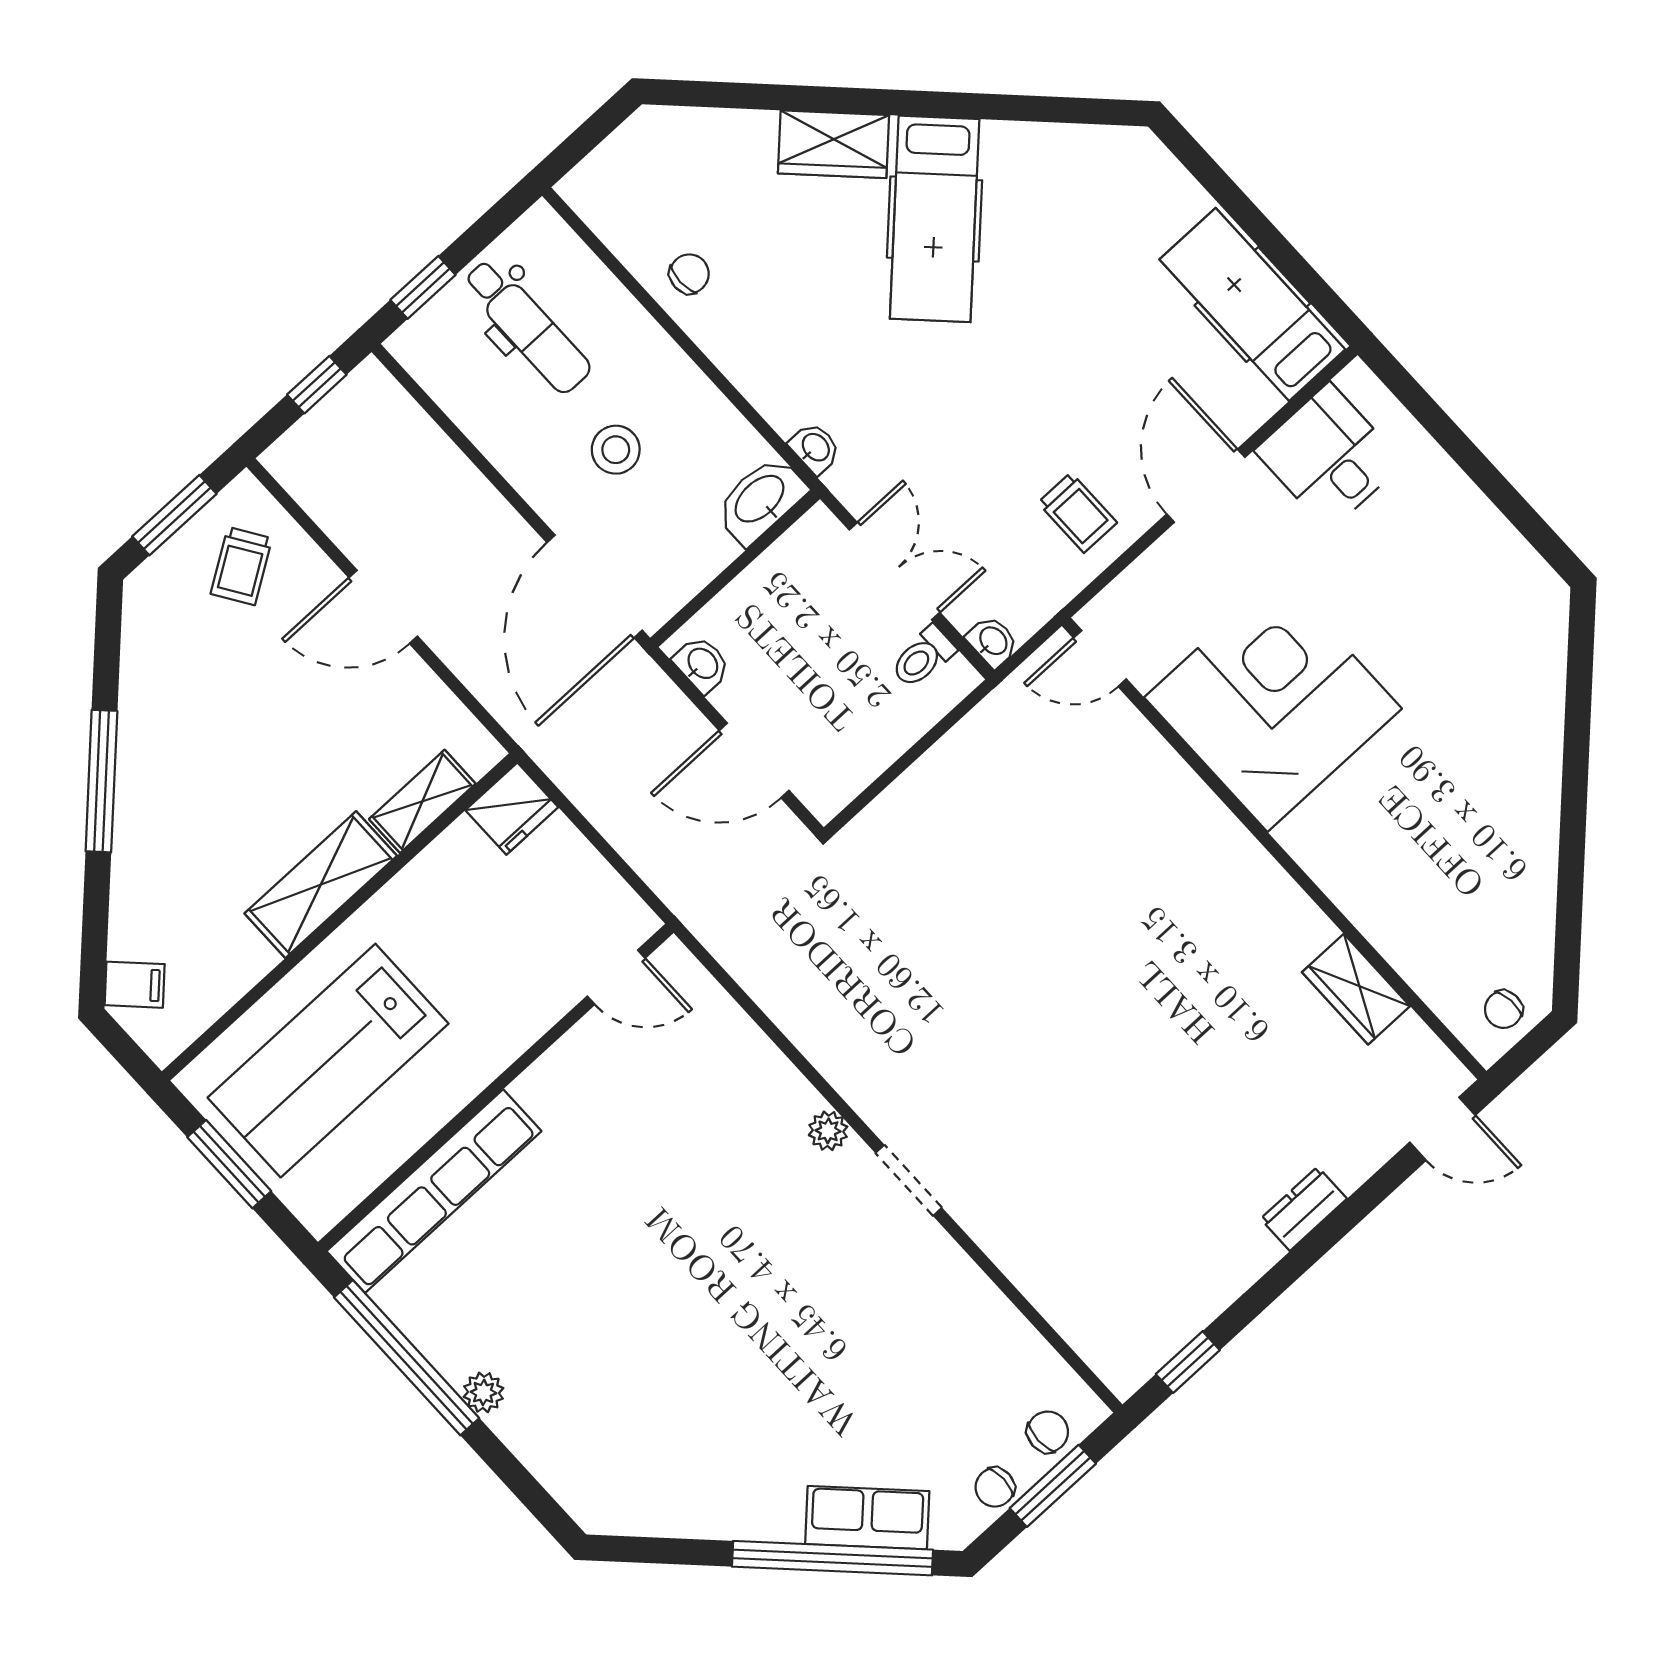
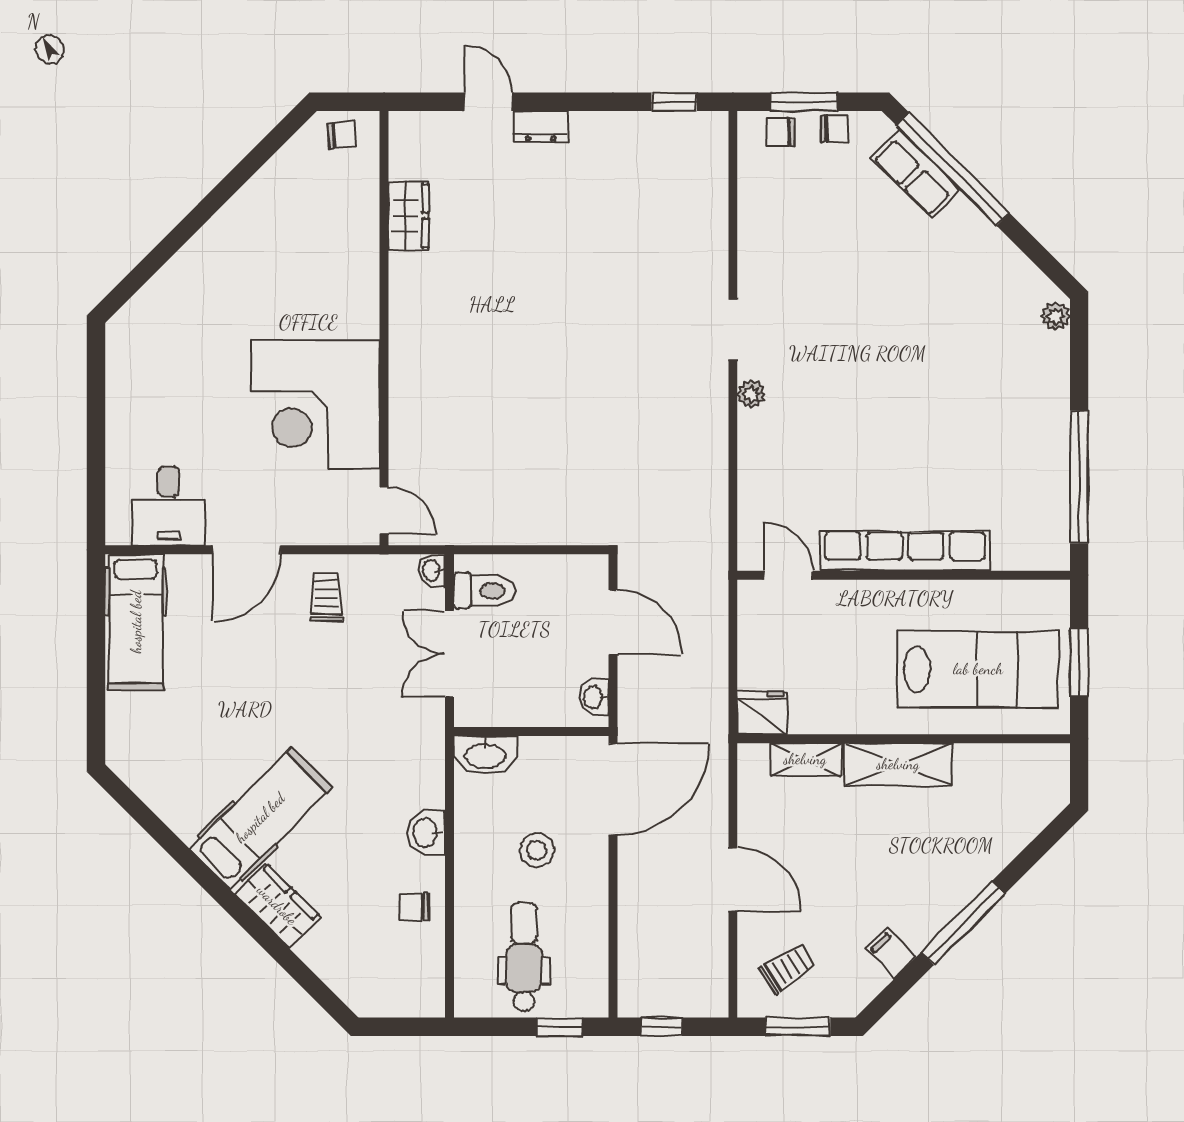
washbasin: (815, 448) -> (426, 833), moved, width x1.38, depth x1.45
toilet: (923, 657) -> (484, 591), width x1.37, depth x1.39
filing cabinet: (135, 985) -> (891, 953), moved
door: (1442, 1129) -> (488, 102), moved
row of seats: (434, 1191) -> (905, 551), moved
plant: (484, 1392) -> (1056, 316), moved

